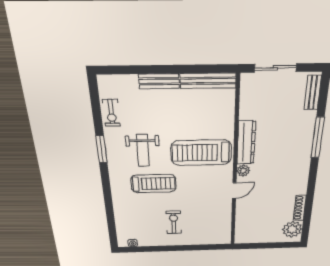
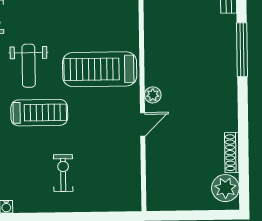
dresser: (246, 143) -> (154, 56), removed

